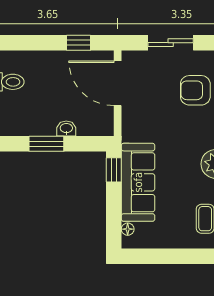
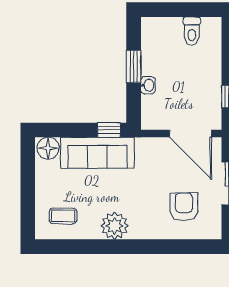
door: (118, 83) -> (191, 134), swing flipped
floor lamp: (128, 229) -> (48, 148), width x1.89, depth x1.89

